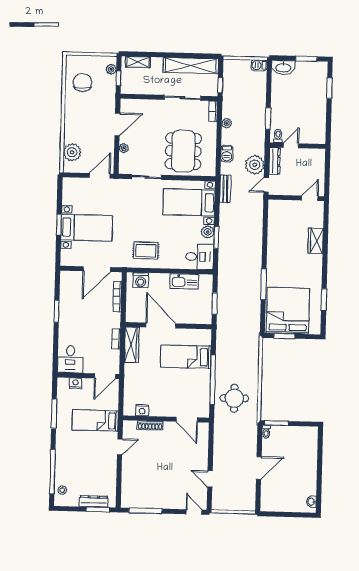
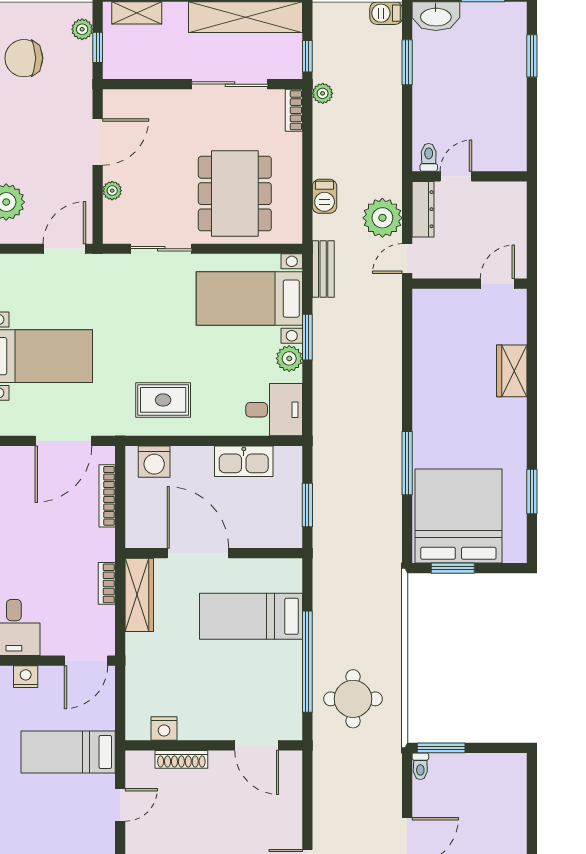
chair: (82, 83) -> (24, 58), turned -90
window: (268, 118) -> (407, 62), moved
plant: (227, 123) -> (323, 93), moved
window: (216, 237) -> (307, 337), moved

